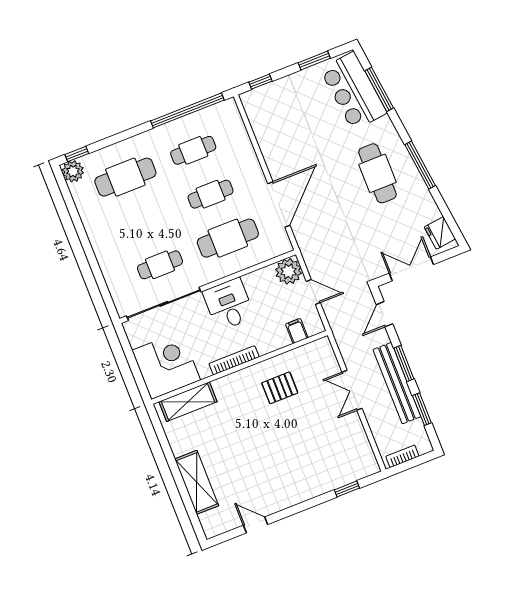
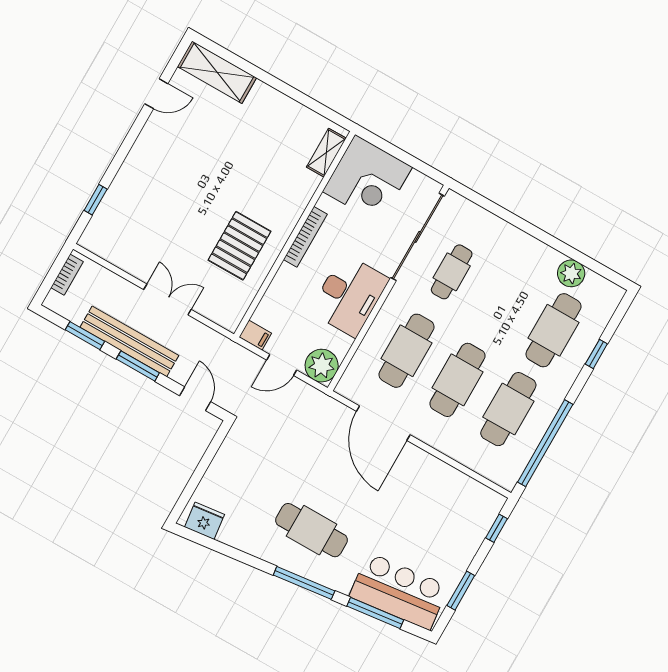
cafe table: (193, 150) -> (508, 409), width x1.37, depth x1.35
window: (77, 154) -> (596, 354), moved
window: (420, 165) -> (304, 583), moved
plant: (73, 171) -> (571, 273), moved
cafe table: (211, 194) -> (457, 380), width x1.37, depth x1.35
double door: (411, 269) -> (204, 464), removed
desk: (229, 304) -> (349, 295), width x1.37
filing cabinet: (297, 331) -> (255, 335), moved
pallet: (280, 388) -> (239, 246), width x1.50, depth x1.42
shelving: (188, 402) -> (326, 153), width x0.67, depth x0.75
shelving: (197, 482) -> (217, 72), moved

